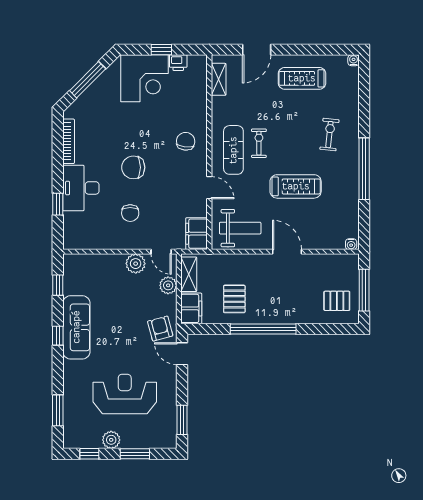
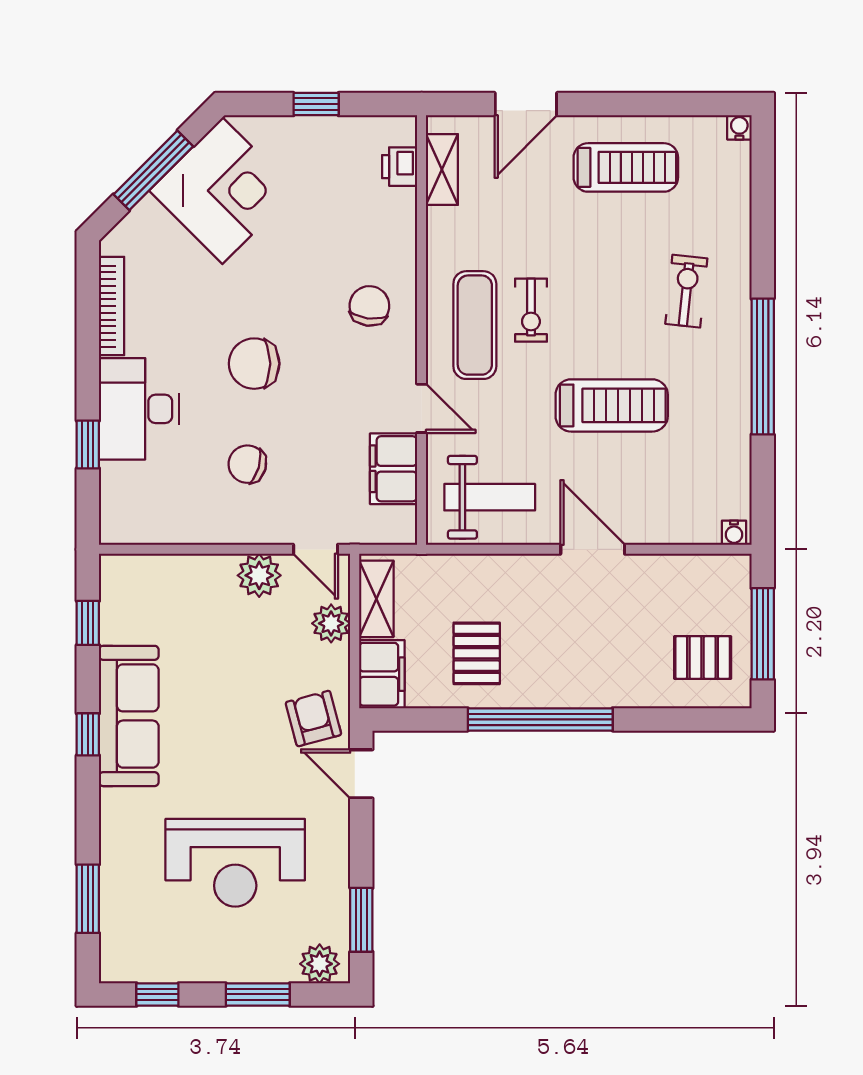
printer: (178, 63) -> (400, 167), moved, turned 90
corner desk: (145, 78) -> (222, 191), moved, turned -45
treadmill: (302, 78) -> (626, 167), turned 180
exercise bike: (259, 143) -> (531, 310), turned 180
chair: (130, 213) -> (247, 464), turned 106
filing cabinet: (197, 234) -> (394, 469), moved
reception desk: (125, 394) -> (235, 863), turned 180
plant: (111, 440) -> (320, 964), moved

